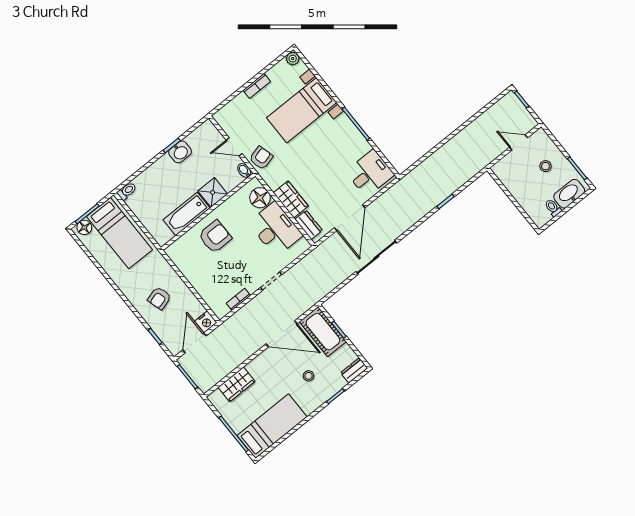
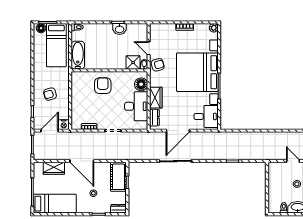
bed with nightstands: (302, 110) -> (197, 72), width x1.85
shower: (213, 192) -> (133, 63), moved
bathtub: (186, 214) -> (78, 55), moved, turned 90
armchair: (215, 237) -> (103, 86), turned -90
door: (282, 334) -> (82, 161), moved

